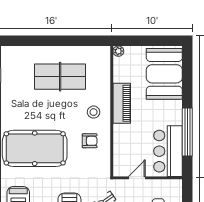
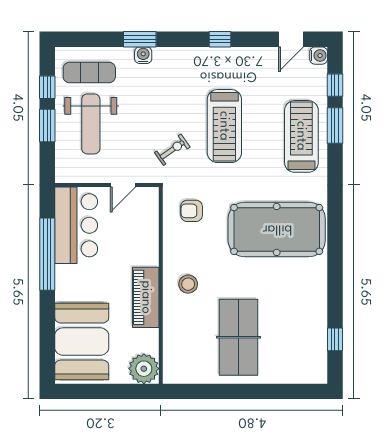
plant: (118, 51) -> (144, 369), width x1.88, depth x1.88
table tennis table: (60, 77) -> (238, 337), turned 90
armchair: (90, 141) -> (192, 211), moved

